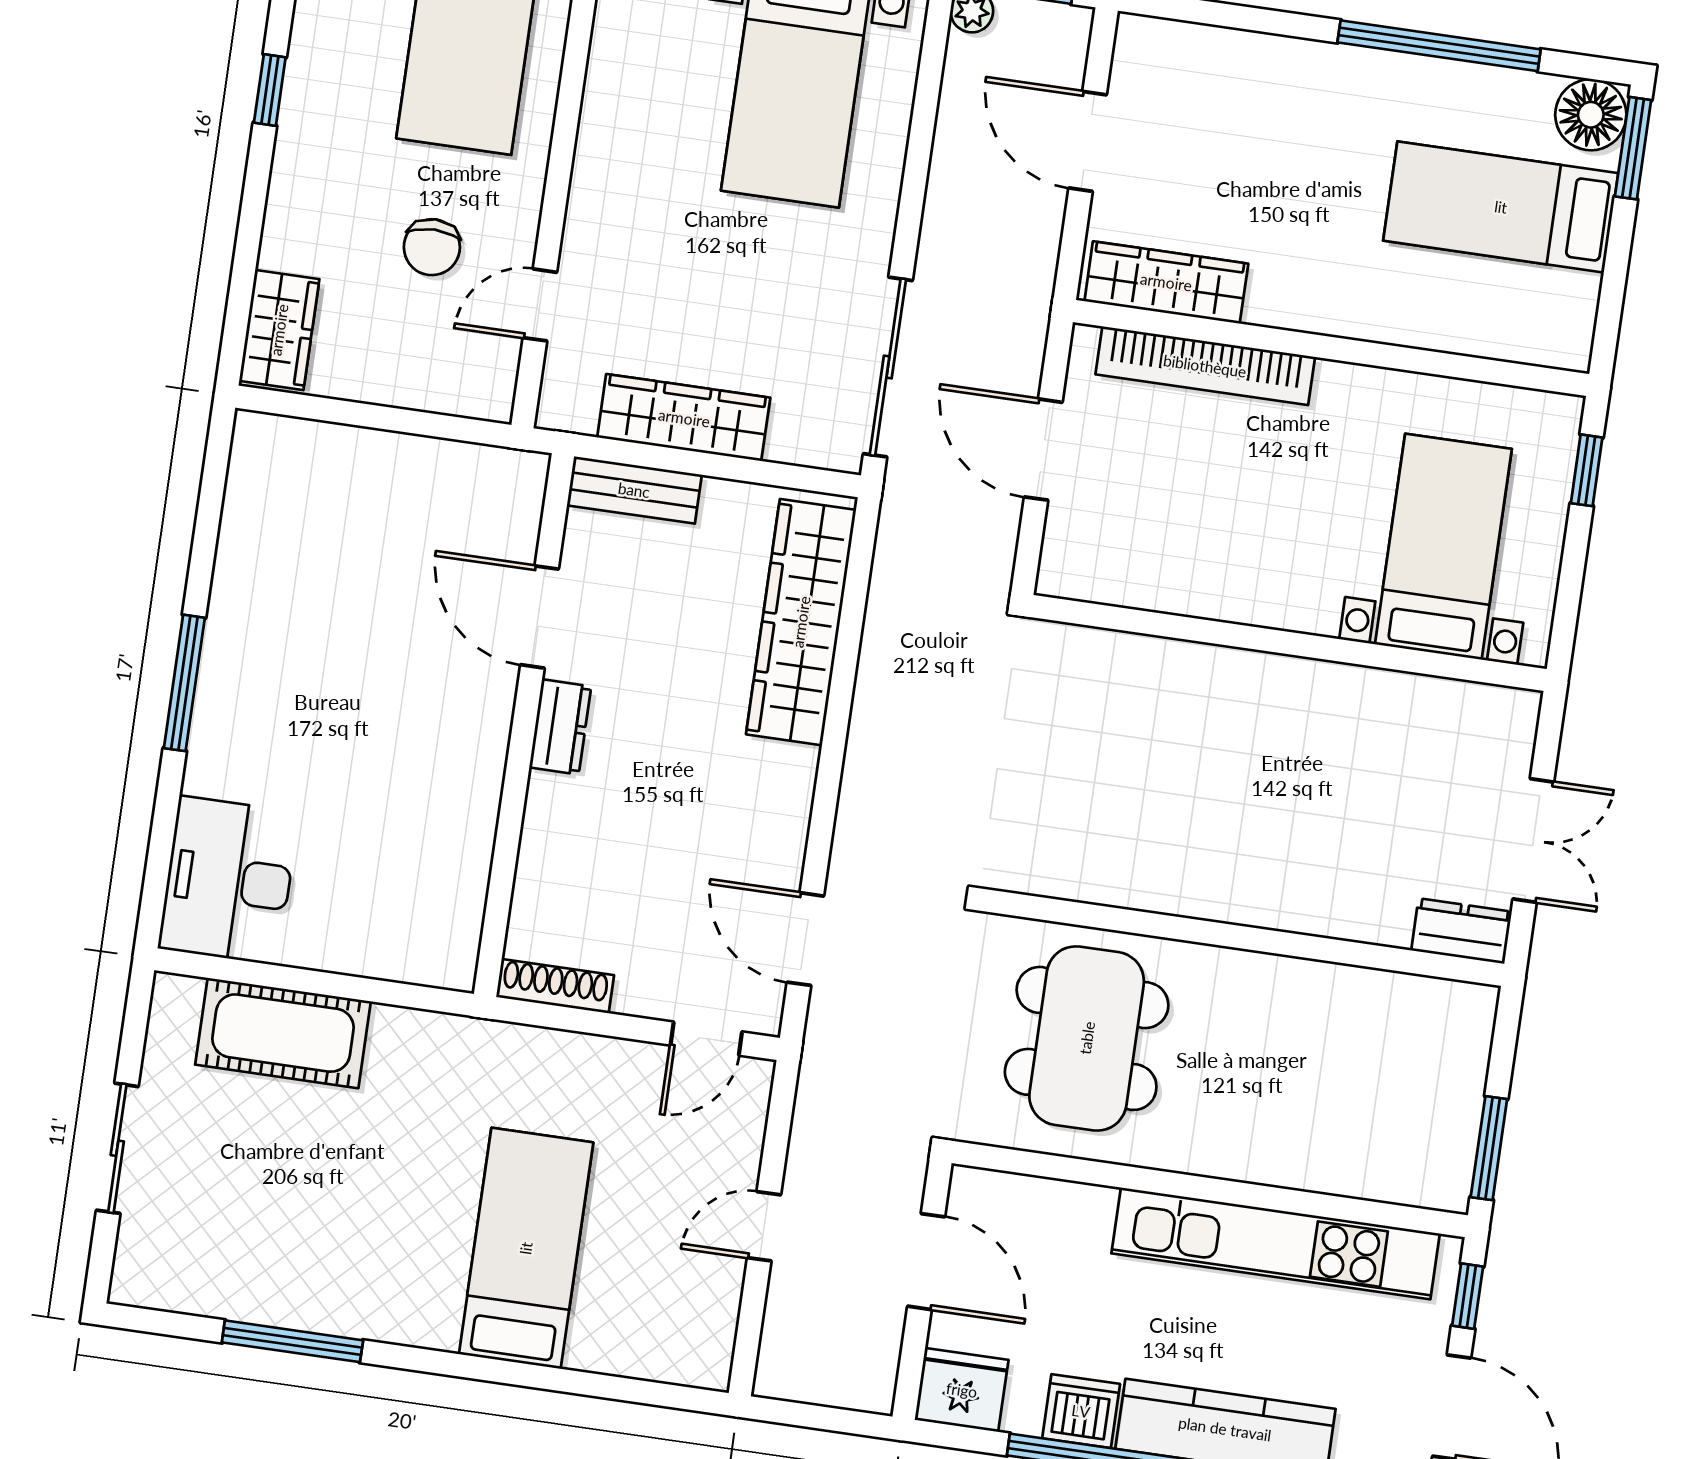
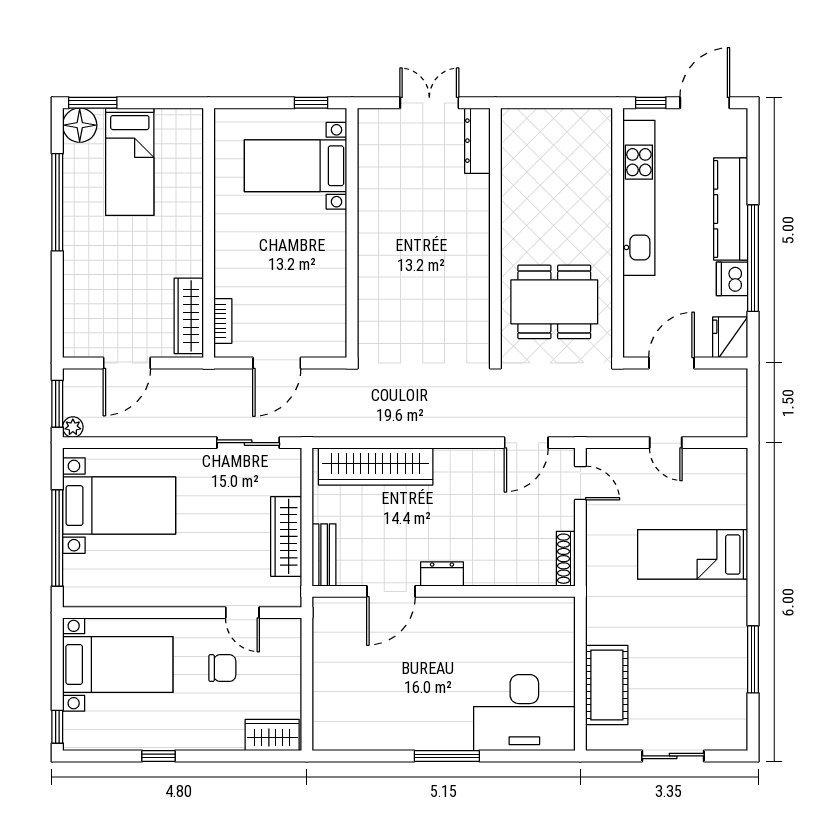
bookcase: (1205, 366) -> (223, 321), width x0.43, depth x0.76
sliding door: (888, 367) -> (248, 443), width x0.73
window: (1587, 470) -> (311, 103), moved
desk: (228, 880) -> (524, 713), width x1.36, depth x1.30
dresser: (1461, 931) -> (477, 141), width x1.44
window: (1489, 1148) -> (579, 103), removed

